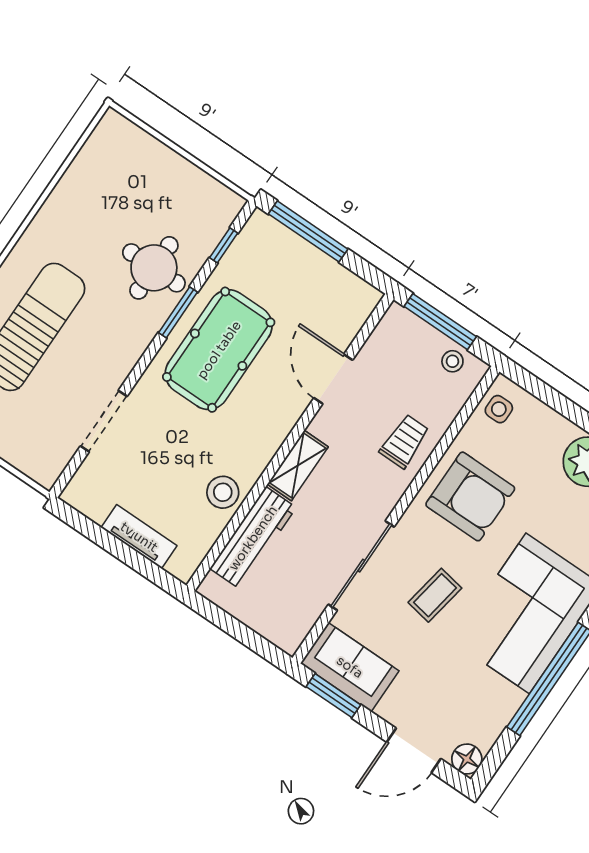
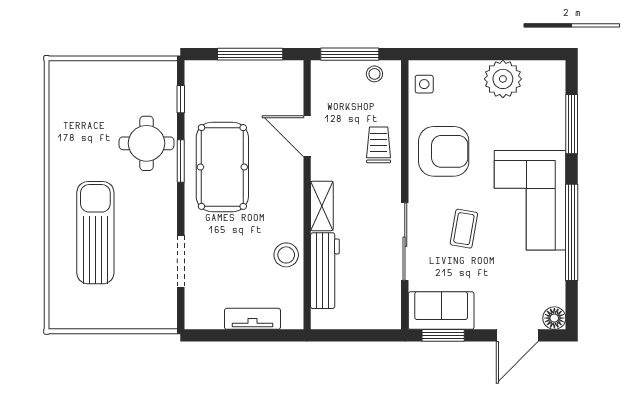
window: (308, 231) -> (250, 54), moved

